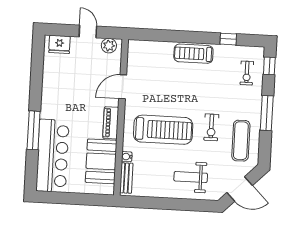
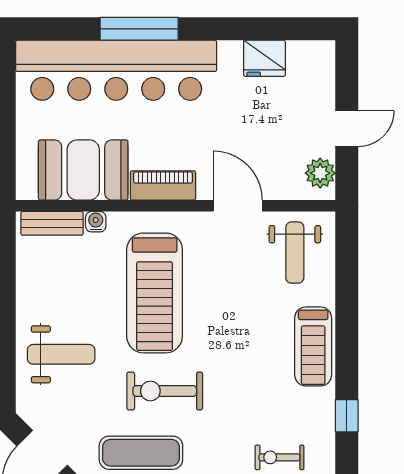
fridge: (59, 44) -> (264, 58), moved, turned -90
treadmill: (193, 54) -> (313, 346), turned 180
weight bench: (147, 60) -> (295, 253), added
exercise bike: (211, 127) -> (165, 391), width x1.38, depth x1.39
bar counter: (53, 156) -> (116, 70), width x1.36
weight bench: (191, 177) -> (61, 354), turned 90

